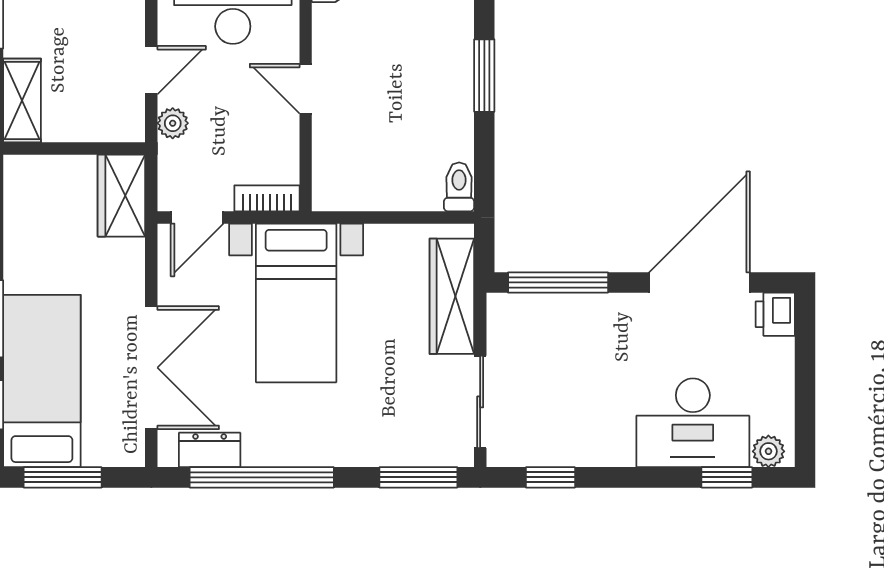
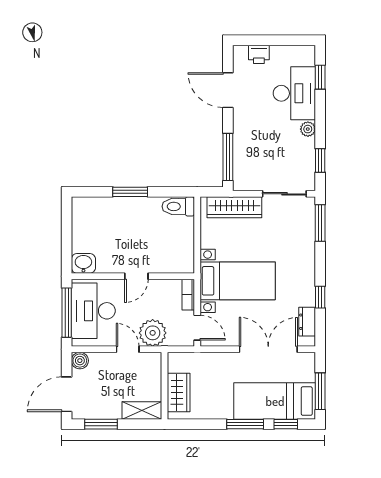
plant: (173, 123) -> (153, 333), width x1.88, depth x1.88
toilet: (459, 187) -> (178, 206), width x1.37, depth x1.39
wardrobe: (121, 196) -> (179, 393), moved, turned -90
door: (700, 282) -> (228, 90), width x0.73
printer: (775, 314) -> (259, 54), moved
plant: (768, 451) -> (308, 129), moved
window: (262, 477) -> (320, 297), width x0.32

